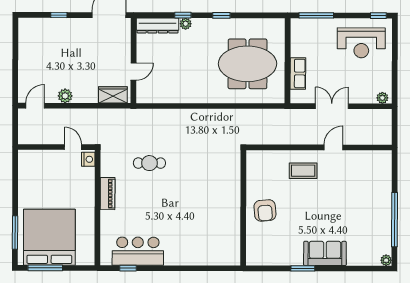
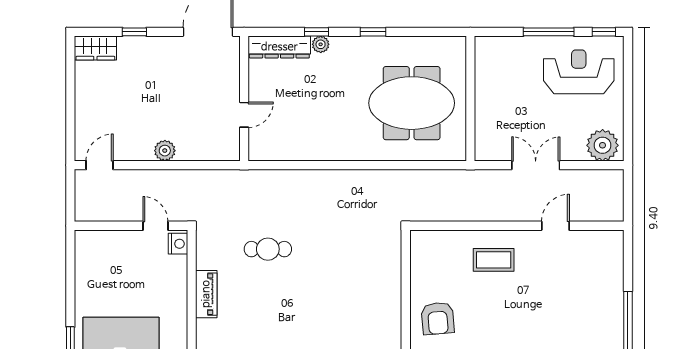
window: (316, 15) -> (549, 32), moved
reception desk: (361, 43) -> (579, 72), turned 180
row of seats: (298, 73) -> (486, 117), removed
wardrobe: (113, 95) -> (95, 48), moved, turned 180
plant: (65, 96) -> (165, 151), moved
plant: (382, 98) -> (603, 145), width x1.88, depth x1.88
door: (333, 147) -> (555, 226), moved

